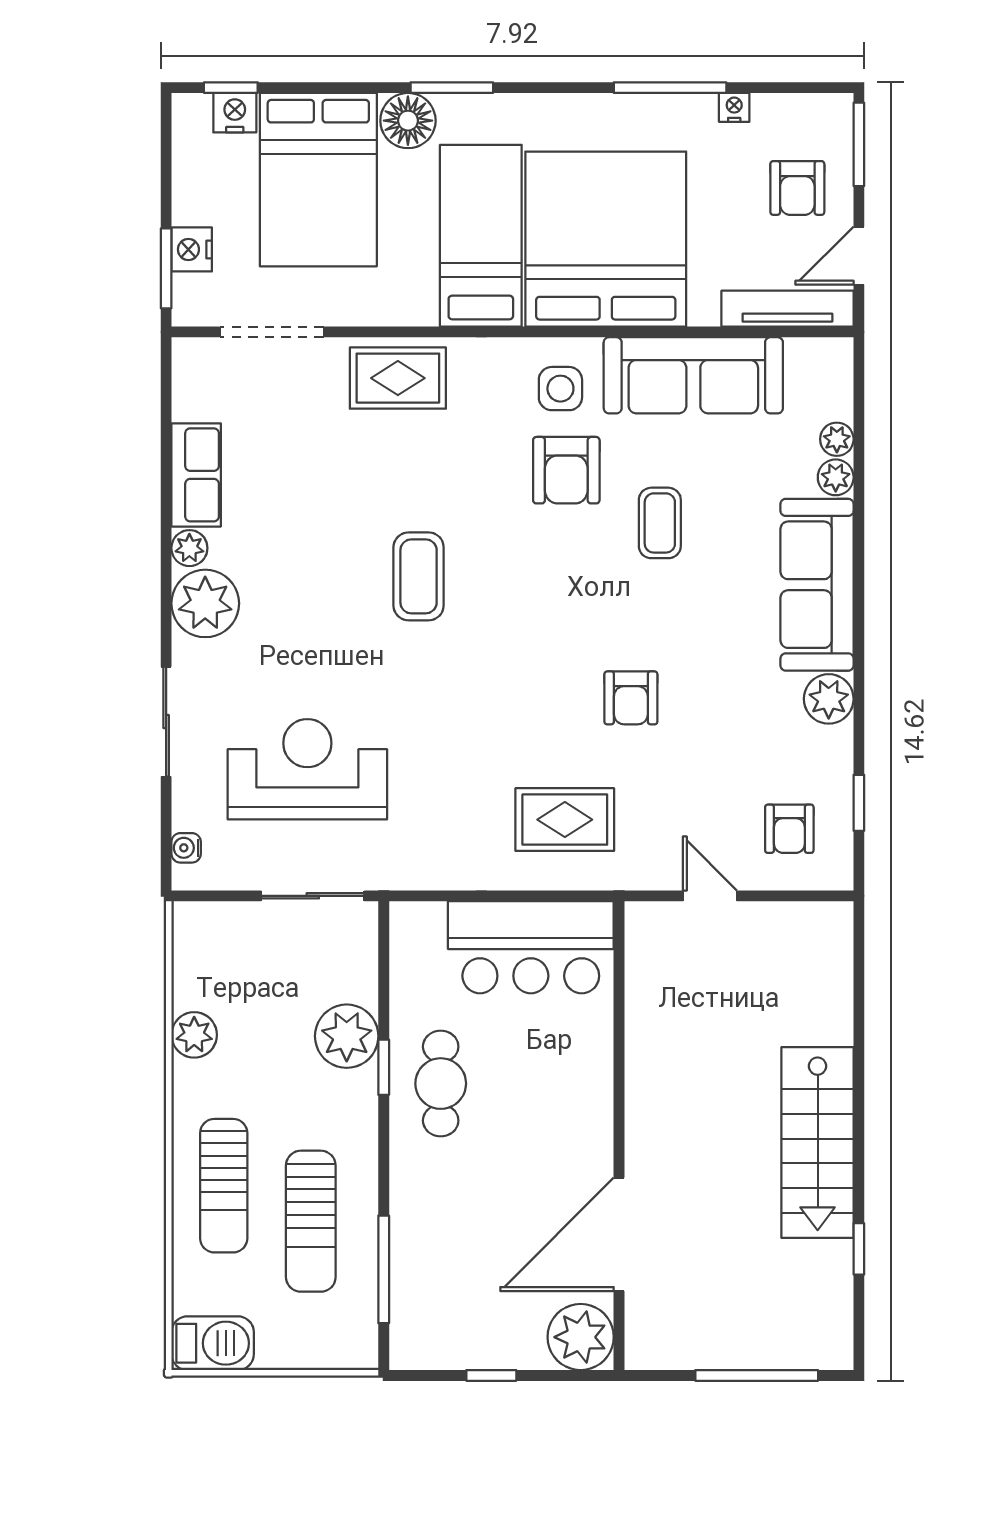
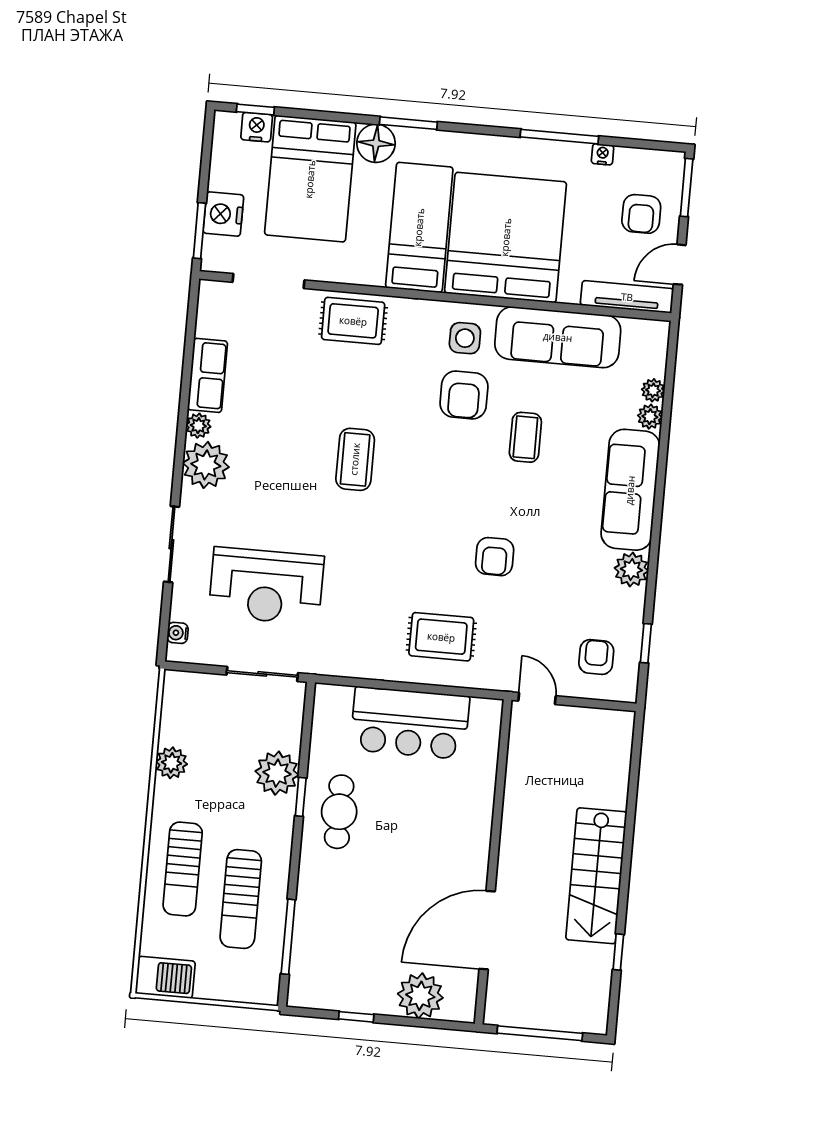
nightstand: (192, 249) -> (223, 214), width x1.36, depth x1.33
reception desk: (307, 769) -> (266, 586), turned 180
armchair: (789, 829) -> (596, 657), turned 180
wall: (619, 1136) -> (493, 862), moved
door: (619, 1234) -> (487, 930), moved

